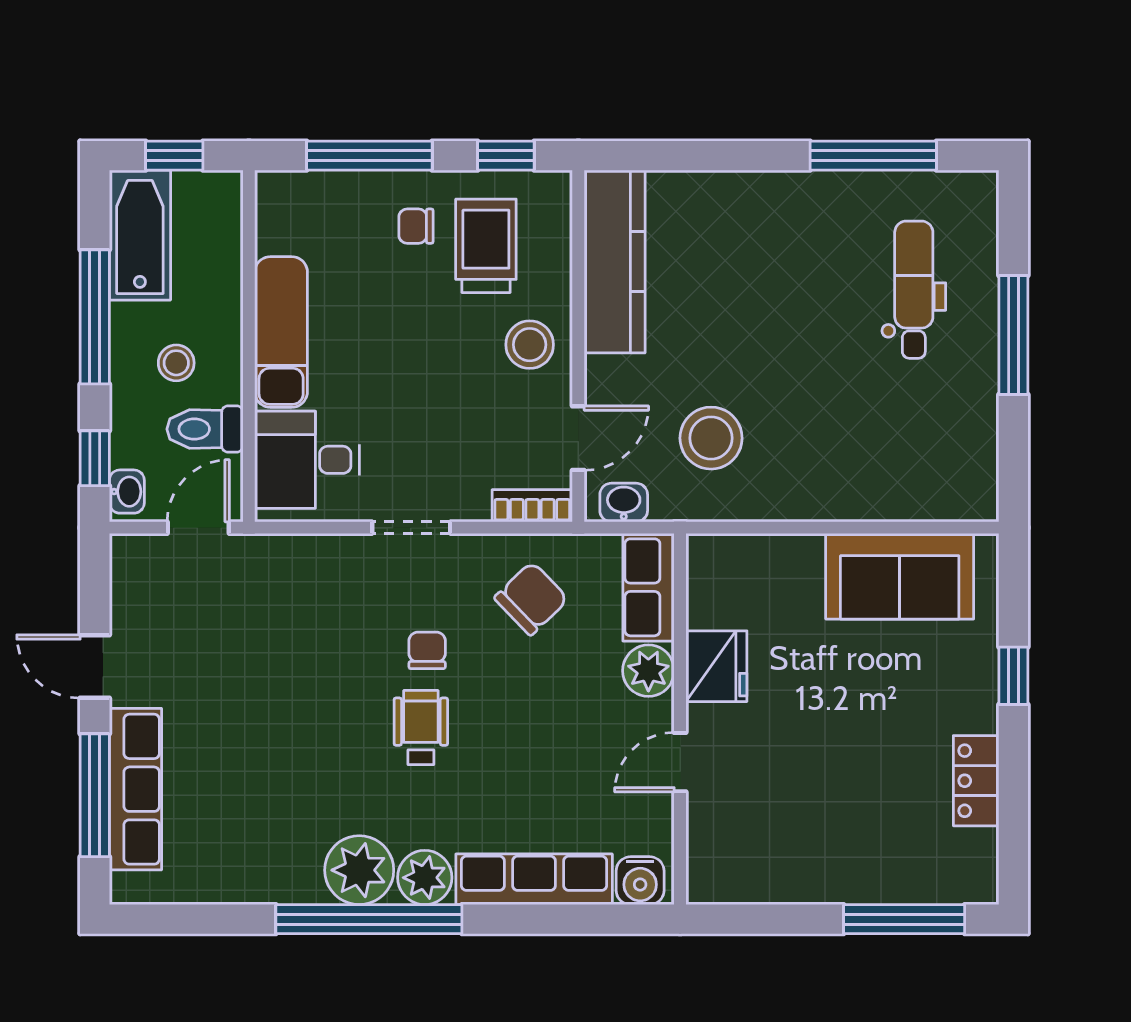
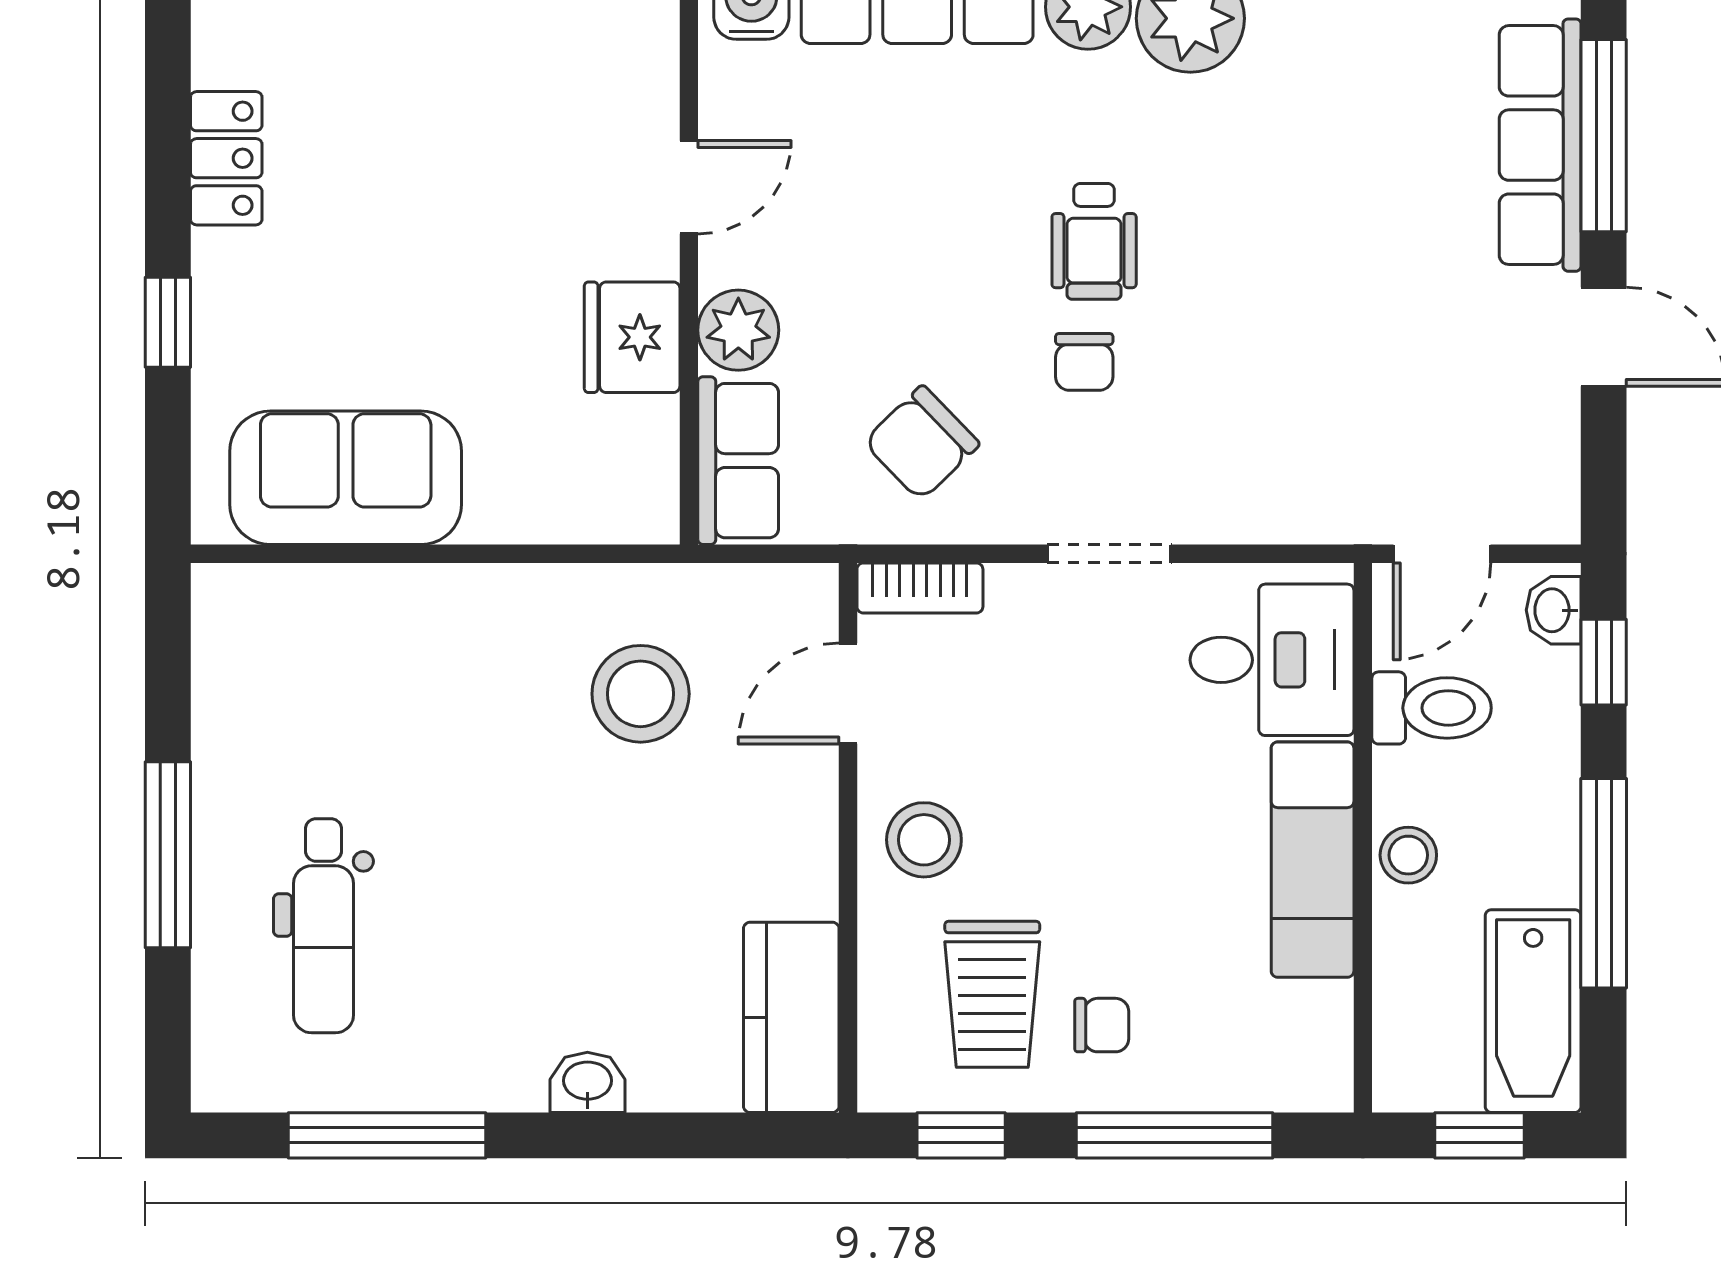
kitchen counter: (615, 262) -> (791, 1017), width x0.67
stool: (176, 363) -> (1408, 855), moved
washbasin: (624, 503) -> (587, 1082), moved, turned 180

